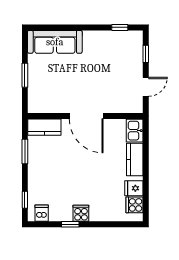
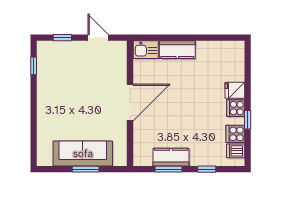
sofa: (55, 42) -> (83, 154), moved, turned -90
kitchen counter: (44, 127) -> (171, 157), moved, turned -90
fridge: (134, 188) -> (235, 90), moved, turned 90
window: (25, 200) -> (207, 169), moved
cooker: (134, 205) -> (235, 134), moved, turned 90

